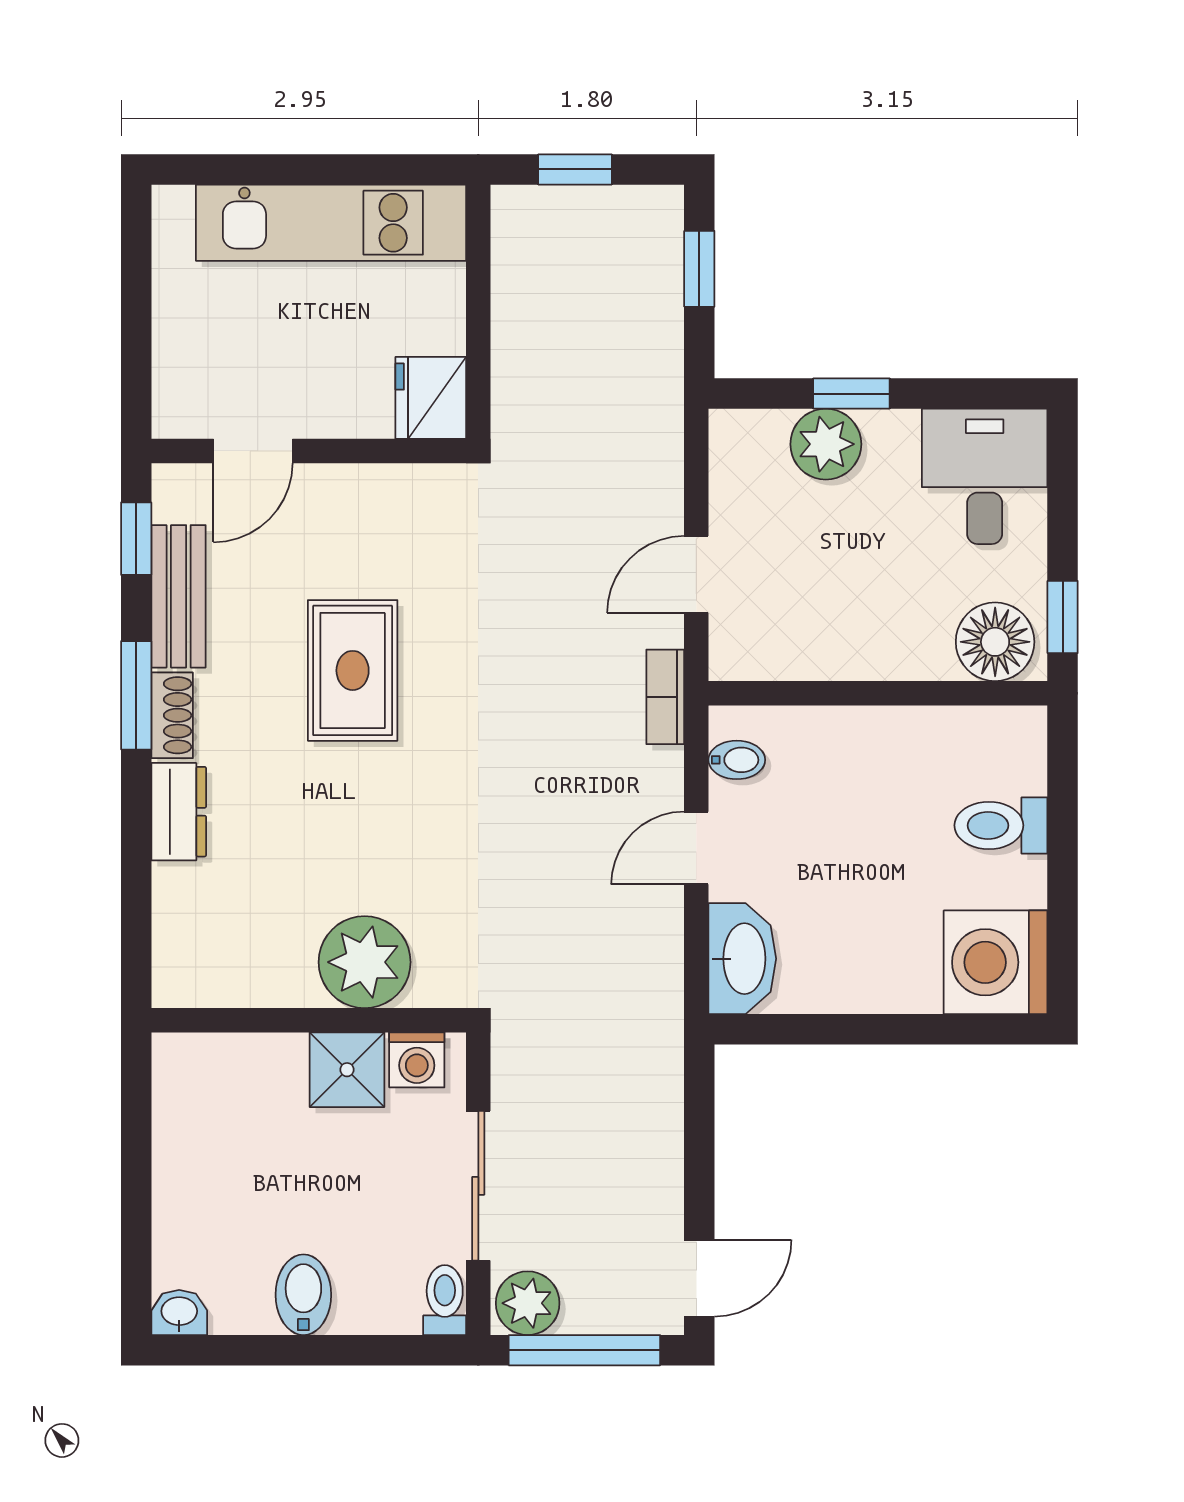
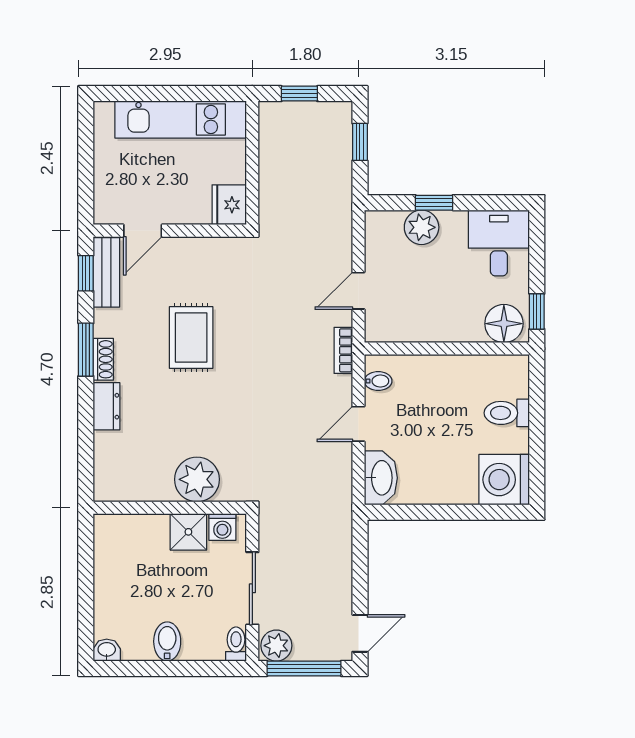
bench: (179, 596) -> (106, 272), moved

